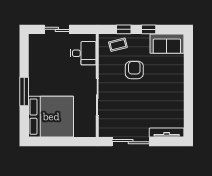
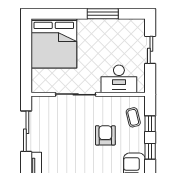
desk: (83, 53) -> (119, 79), width x1.37
armchair: (134, 70) -> (105, 135), turned -90
window: (24, 91) -> (103, 14), moved

